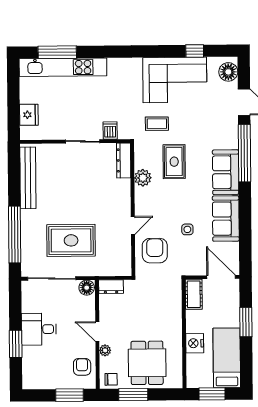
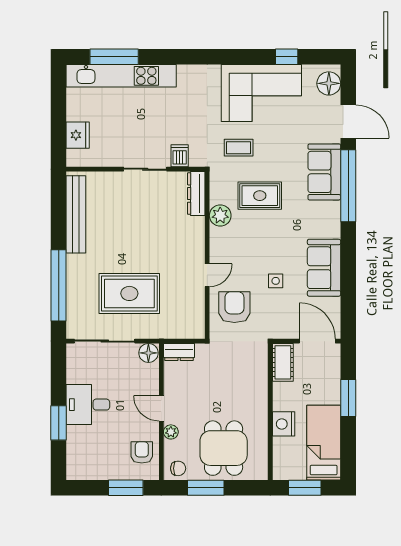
rug: (174, 162) -> (260, 196), turned 90
sofa: (226, 172) -> (324, 172), moved

